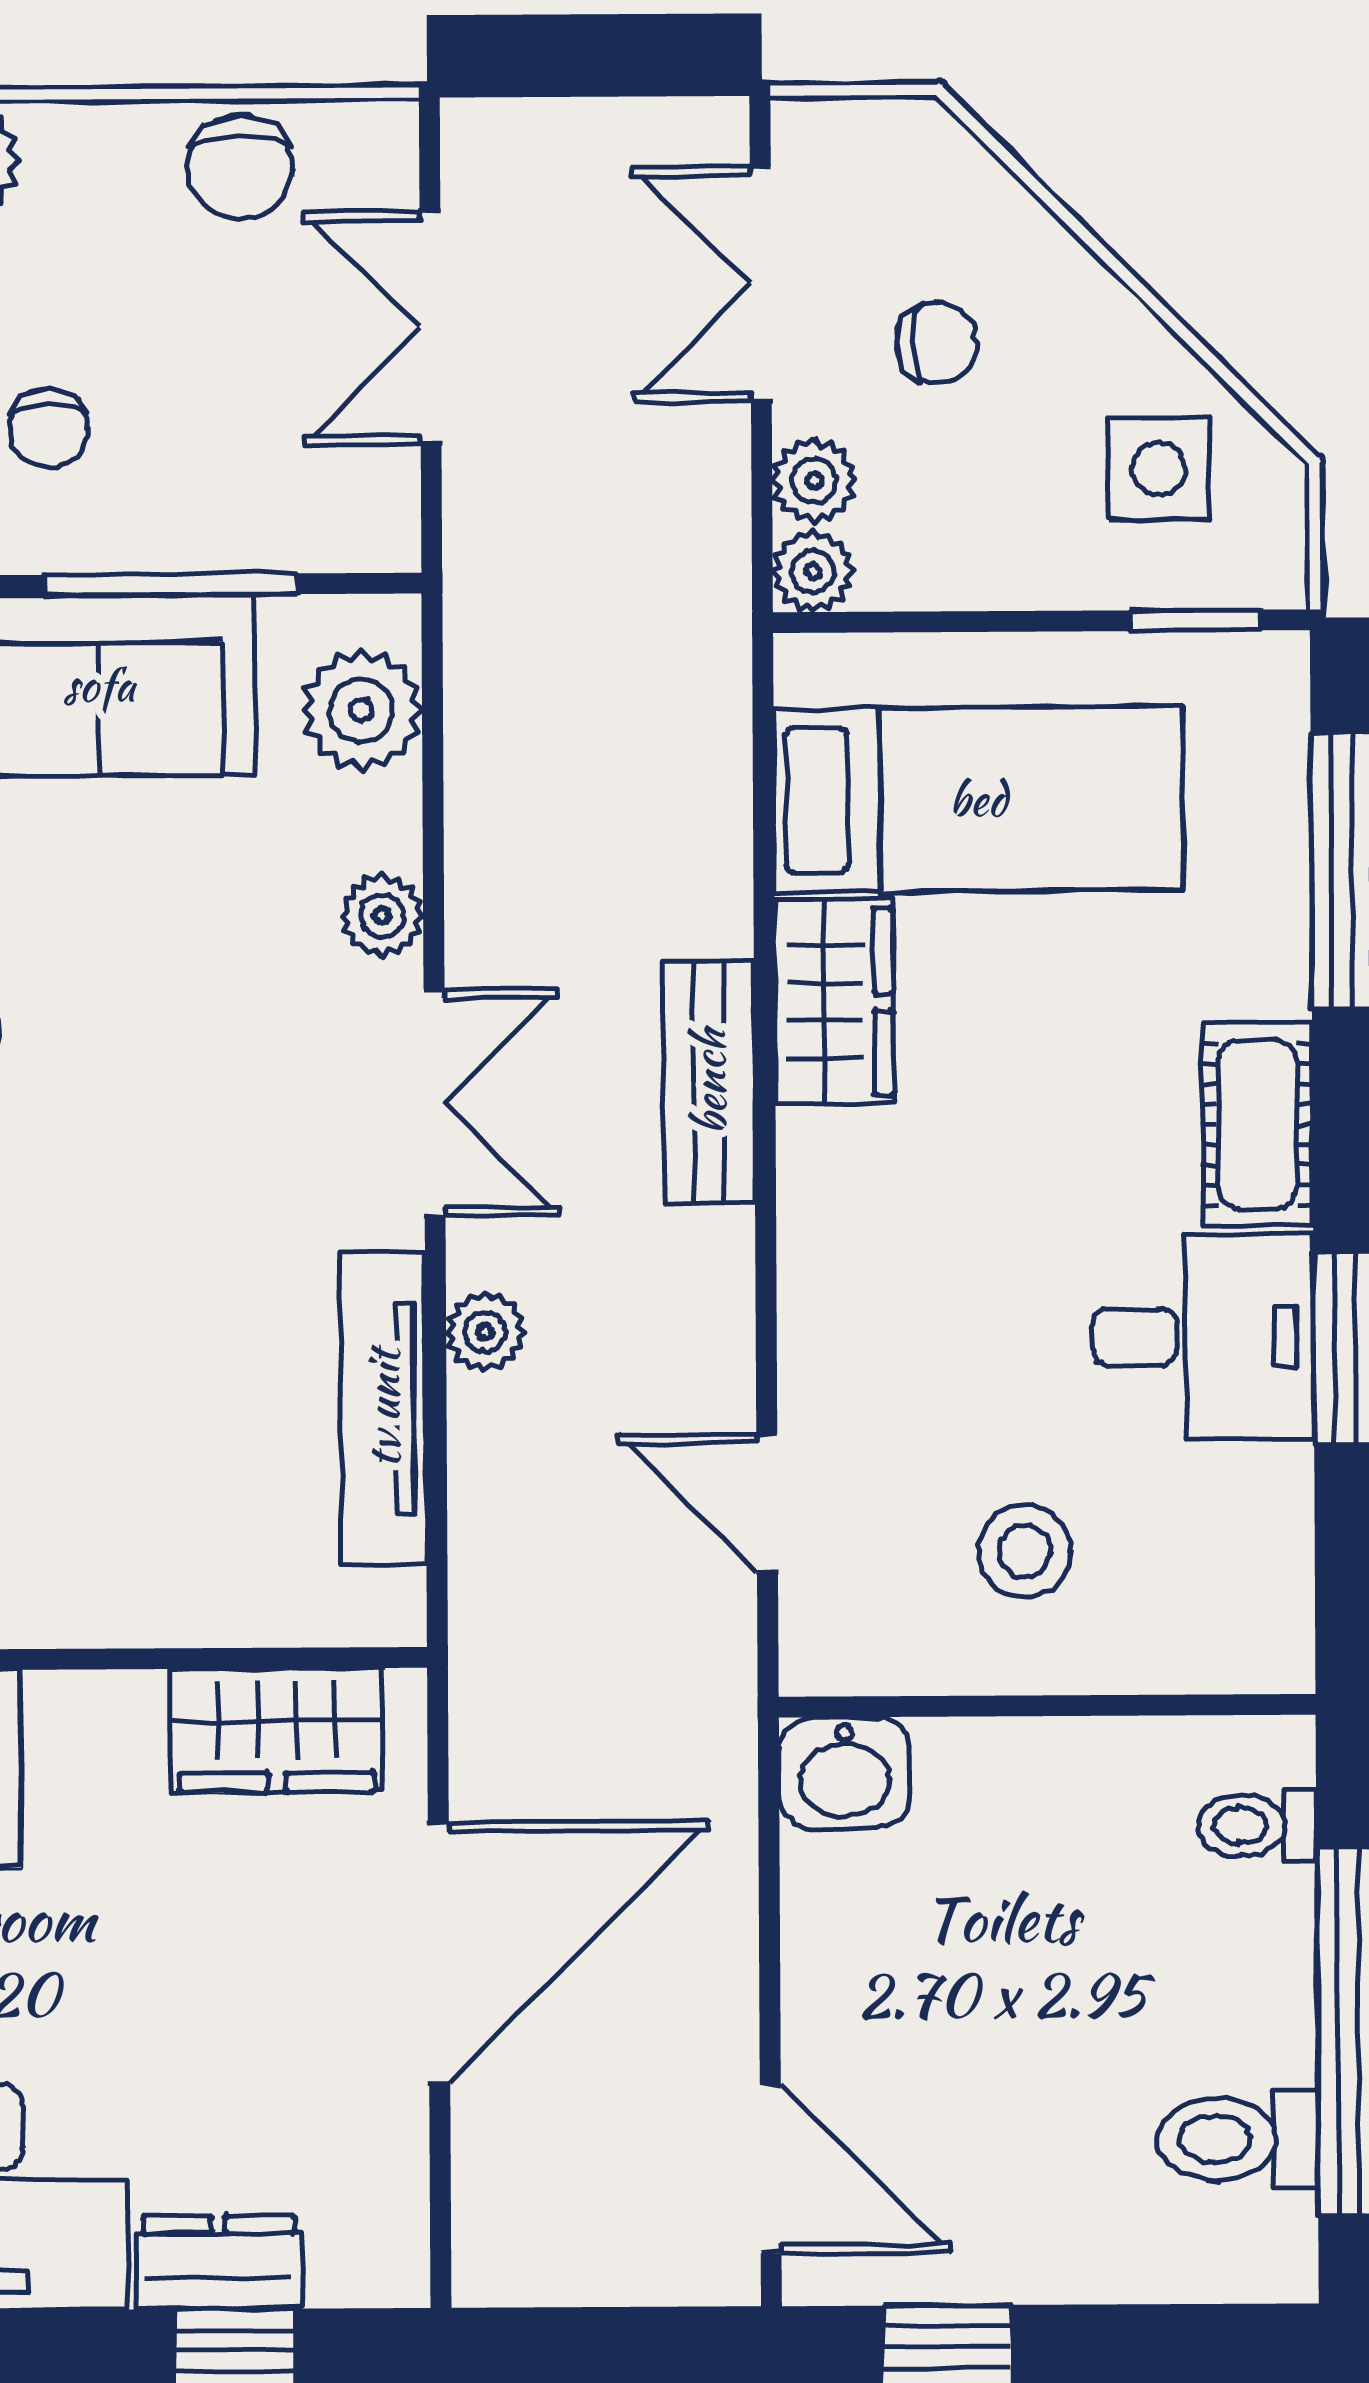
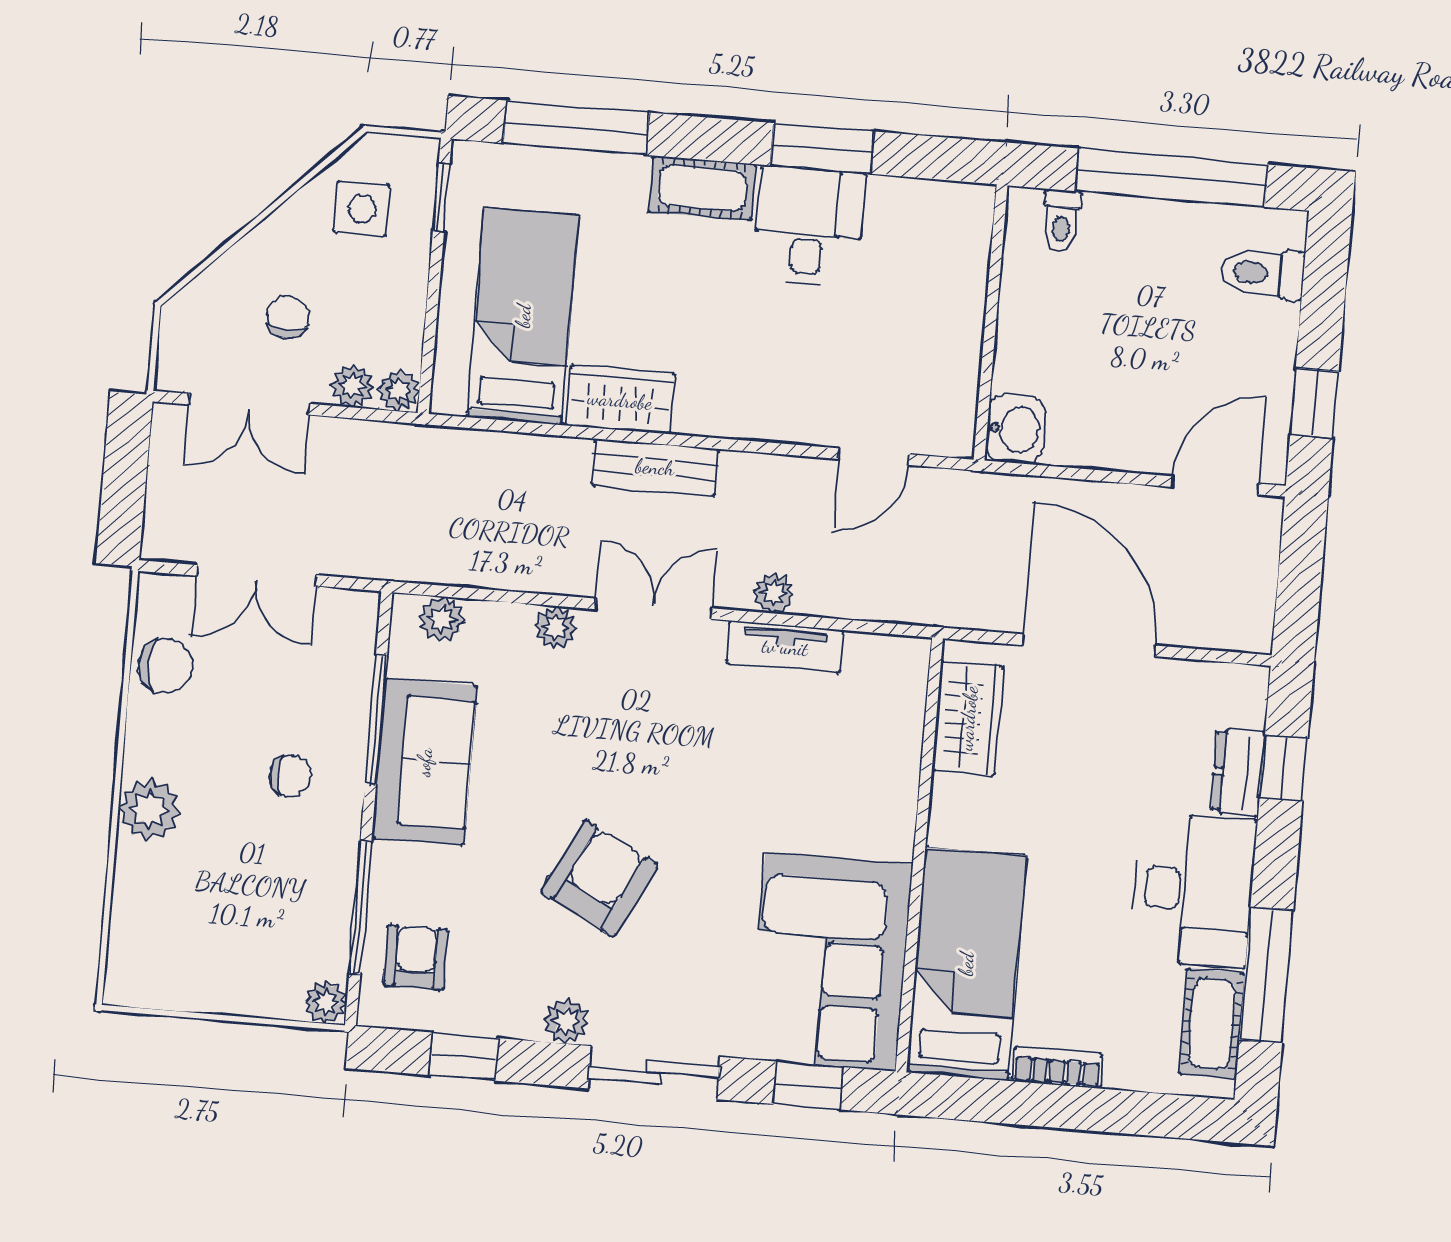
plant: (362, 710) -> (442, 619), width x0.73, depth x0.73
tv unit: (383, 1409) -> (785, 647), width x0.71
stool: (1025, 1551) -> (910, 327), removed
toilet: (1238, 2139) -> (1262, 273), moved, turned 90

